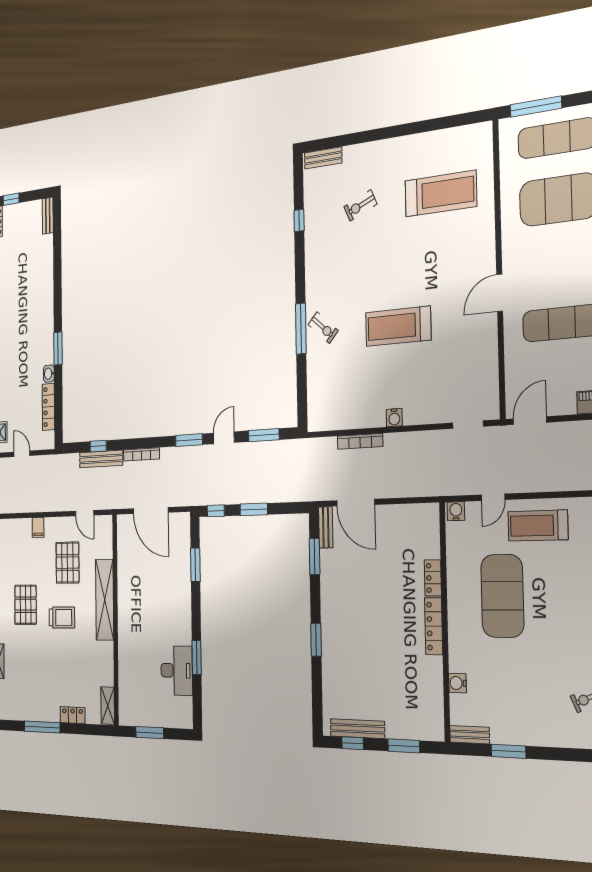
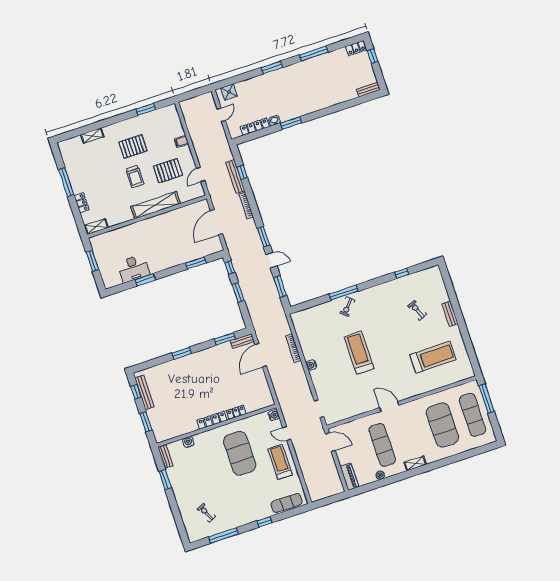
bench: (323, 158) -> (450, 314), moved
treadmill: (441, 193) -> (433, 357), turned -90
exercise mat: (502, 596) -> (240, 453), turned 90

